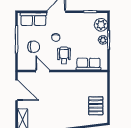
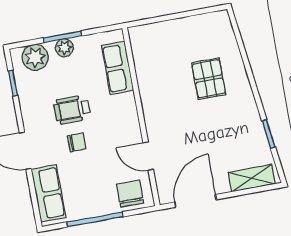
chair: (34, 47) -> (130, 194), moved
wheelchair: (64, 55) -> (72, 110), moved
door: (43, 71) -> (148, 156), hinge flipped
pallet: (96, 106) -> (209, 79), moved, turned 90

